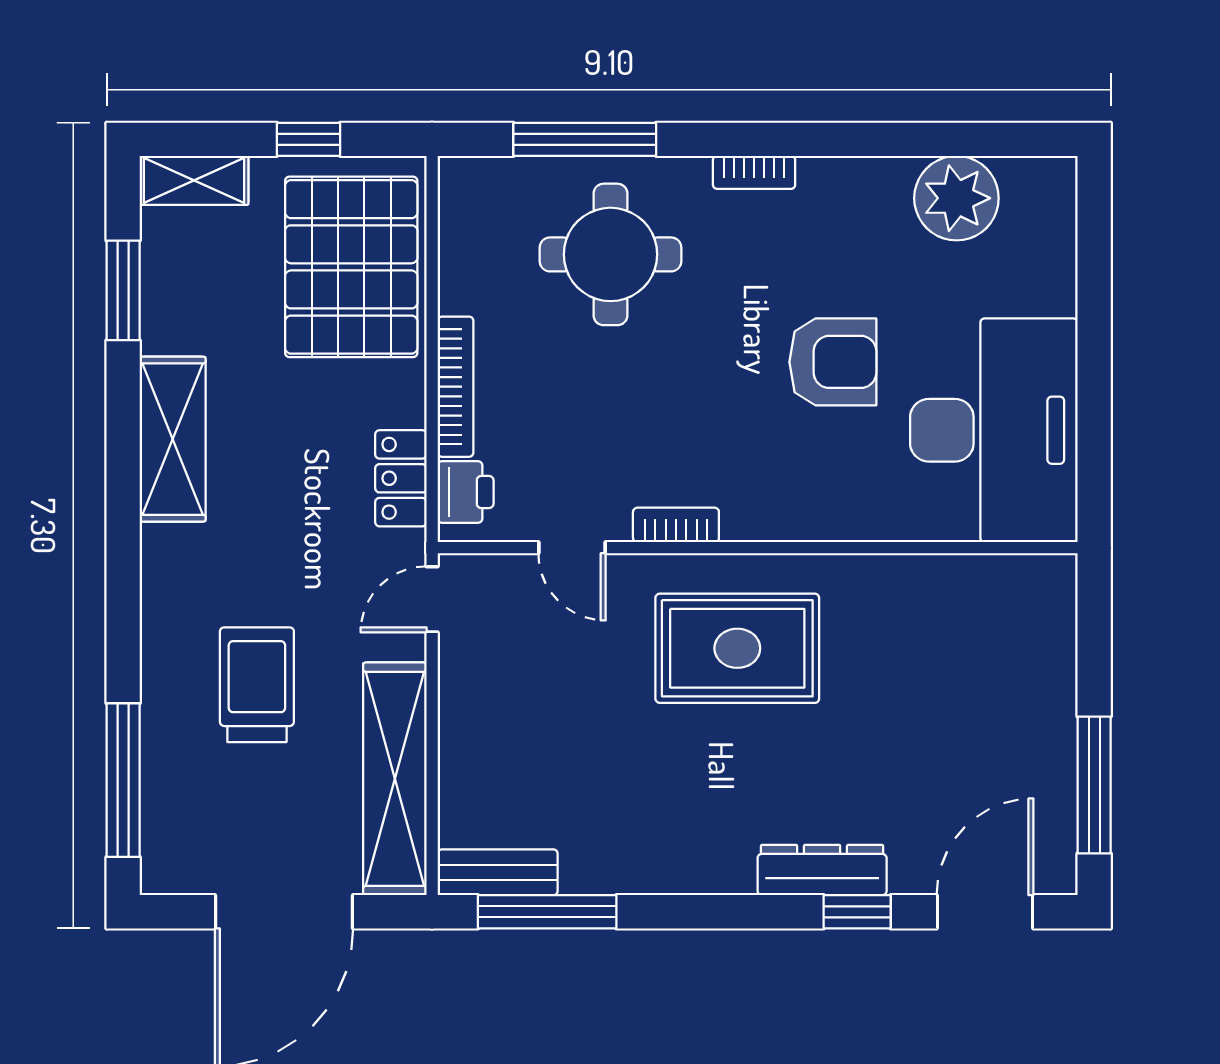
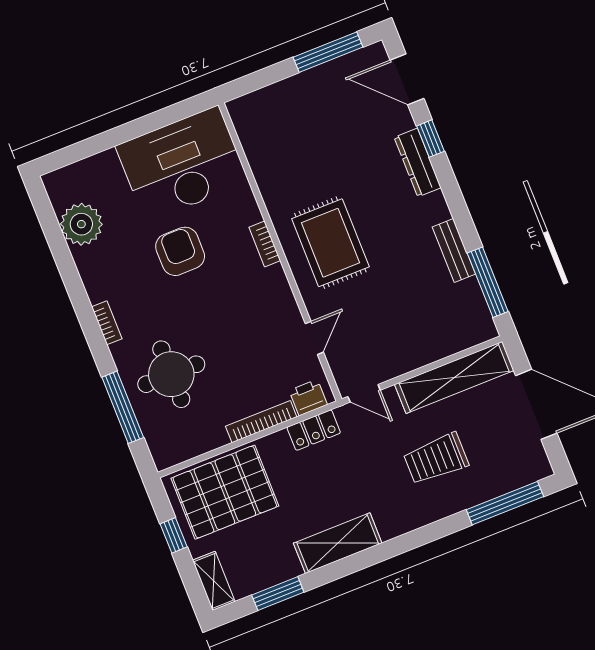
bookcase: (676, 525) -> (265, 244), moved
bench: (498, 872) -> (454, 251), moved

